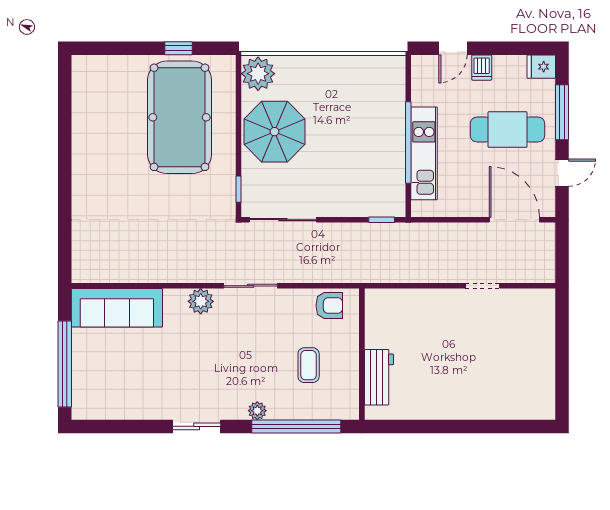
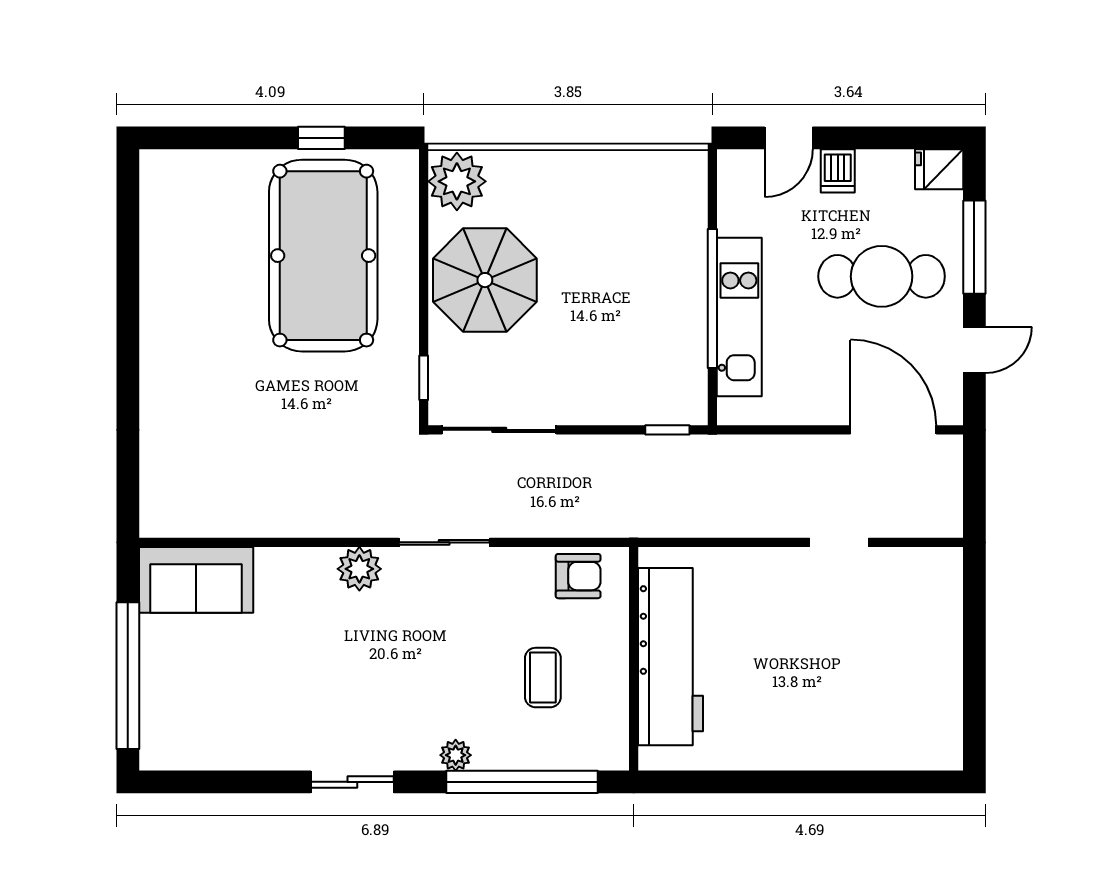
sofa: (117, 308) -> (196, 580), width x0.73
workbench: (379, 377) -> (671, 657), width x1.88, depth x1.32

